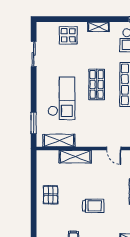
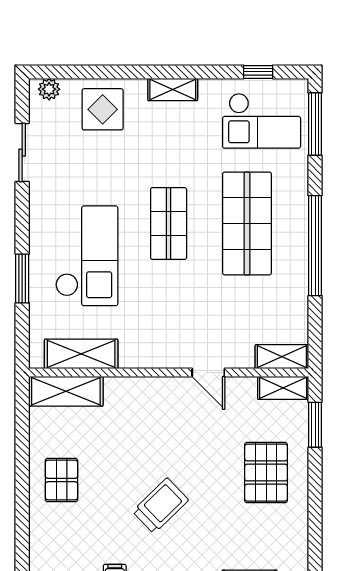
plant: (45, 27) -> (49, 89), added
window: (34, 123) -> (22, 279), moved
shelving: (75, 157) -> (66, 391), moved
trolley: (93, 206) -> (160, 506), turned -44

